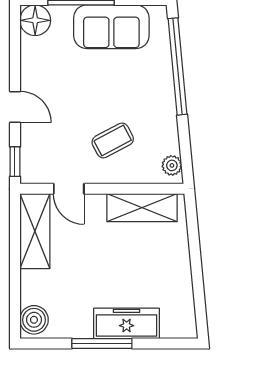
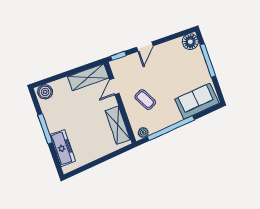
sofa: (111, 27) -> (197, 101), moved, turned 85
window: (177, 66) -> (171, 128), moved
freezer: (127, 323) -> (63, 148), moved

